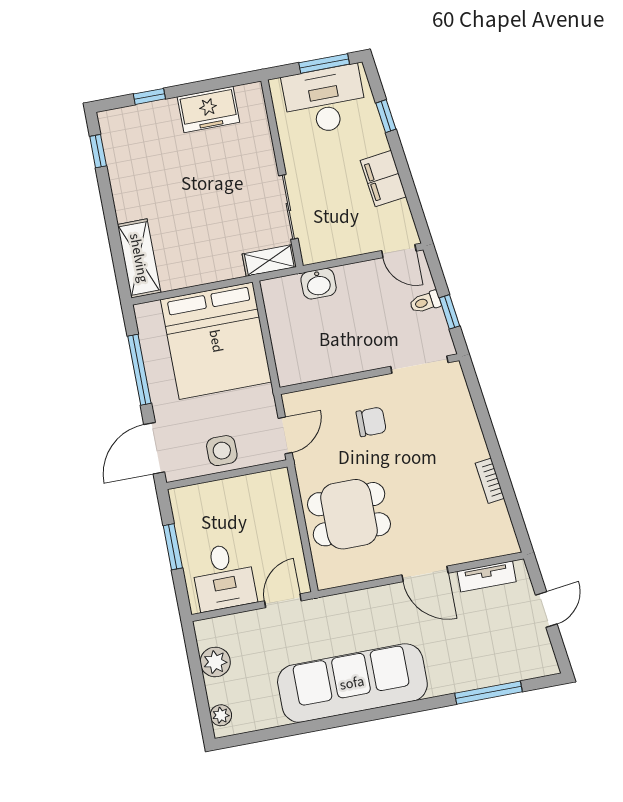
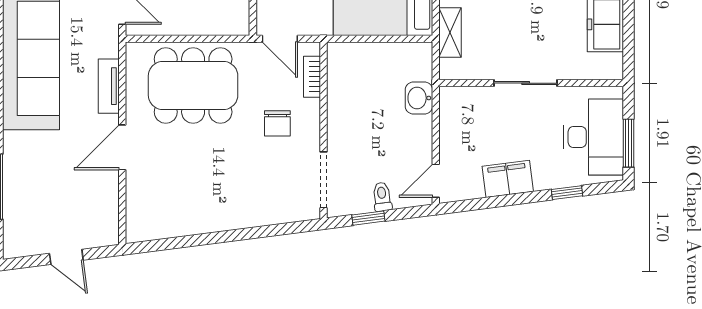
sliding door: (288, 207) -> (526, 83), moved
shelving: (269, 260) -> (450, 32), moved
bookcase: (490, 481) -> (312, 77), moved, turned -83
dining table: (349, 514) -> (193, 85), width x1.38
tv unit: (487, 576) -> (109, 86), moved

